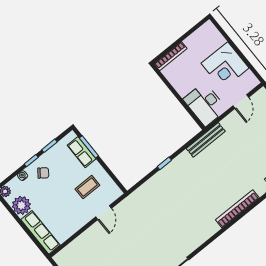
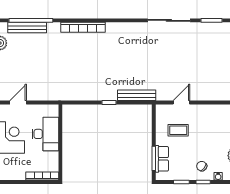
desk: (205, 104) -> (45, 134), moved
bench: (206, 140) -> (137, 95), moved

